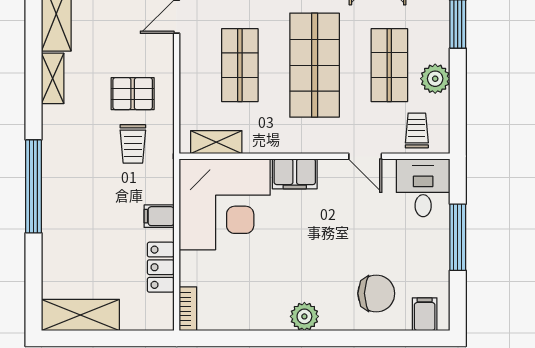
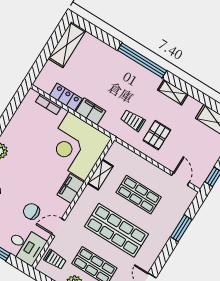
shelving: (53, 78) -> (173, 92), moved
shelving: (216, 142) -> (100, 175), moved
chair: (366, 212) -> (31, 211), added
filing cabinet: (159, 216) -> (91, 111), width x2.00
bookcase: (188, 309) -> (48, 104), moved

